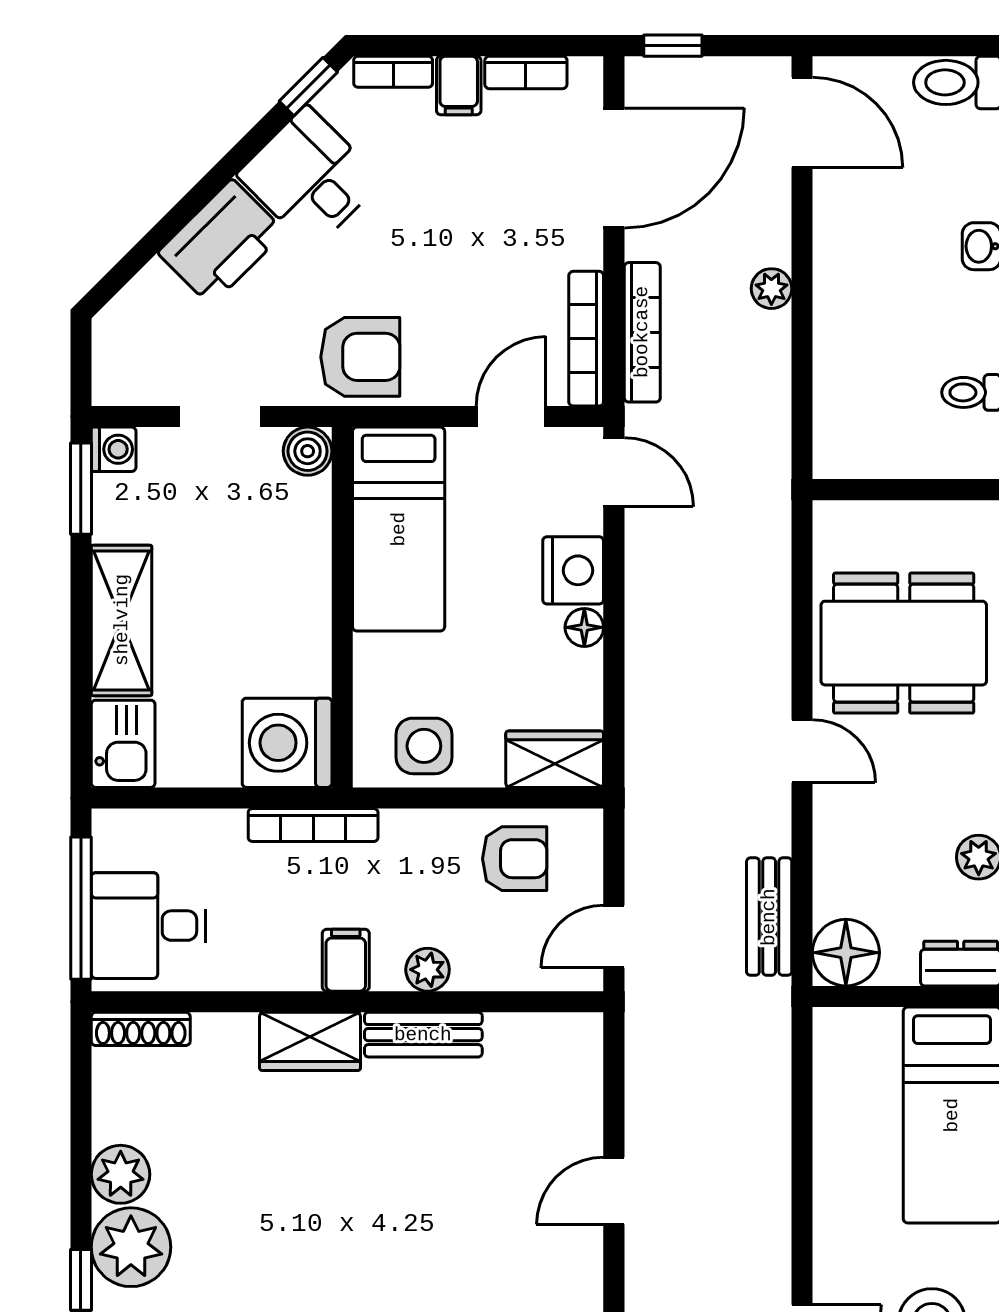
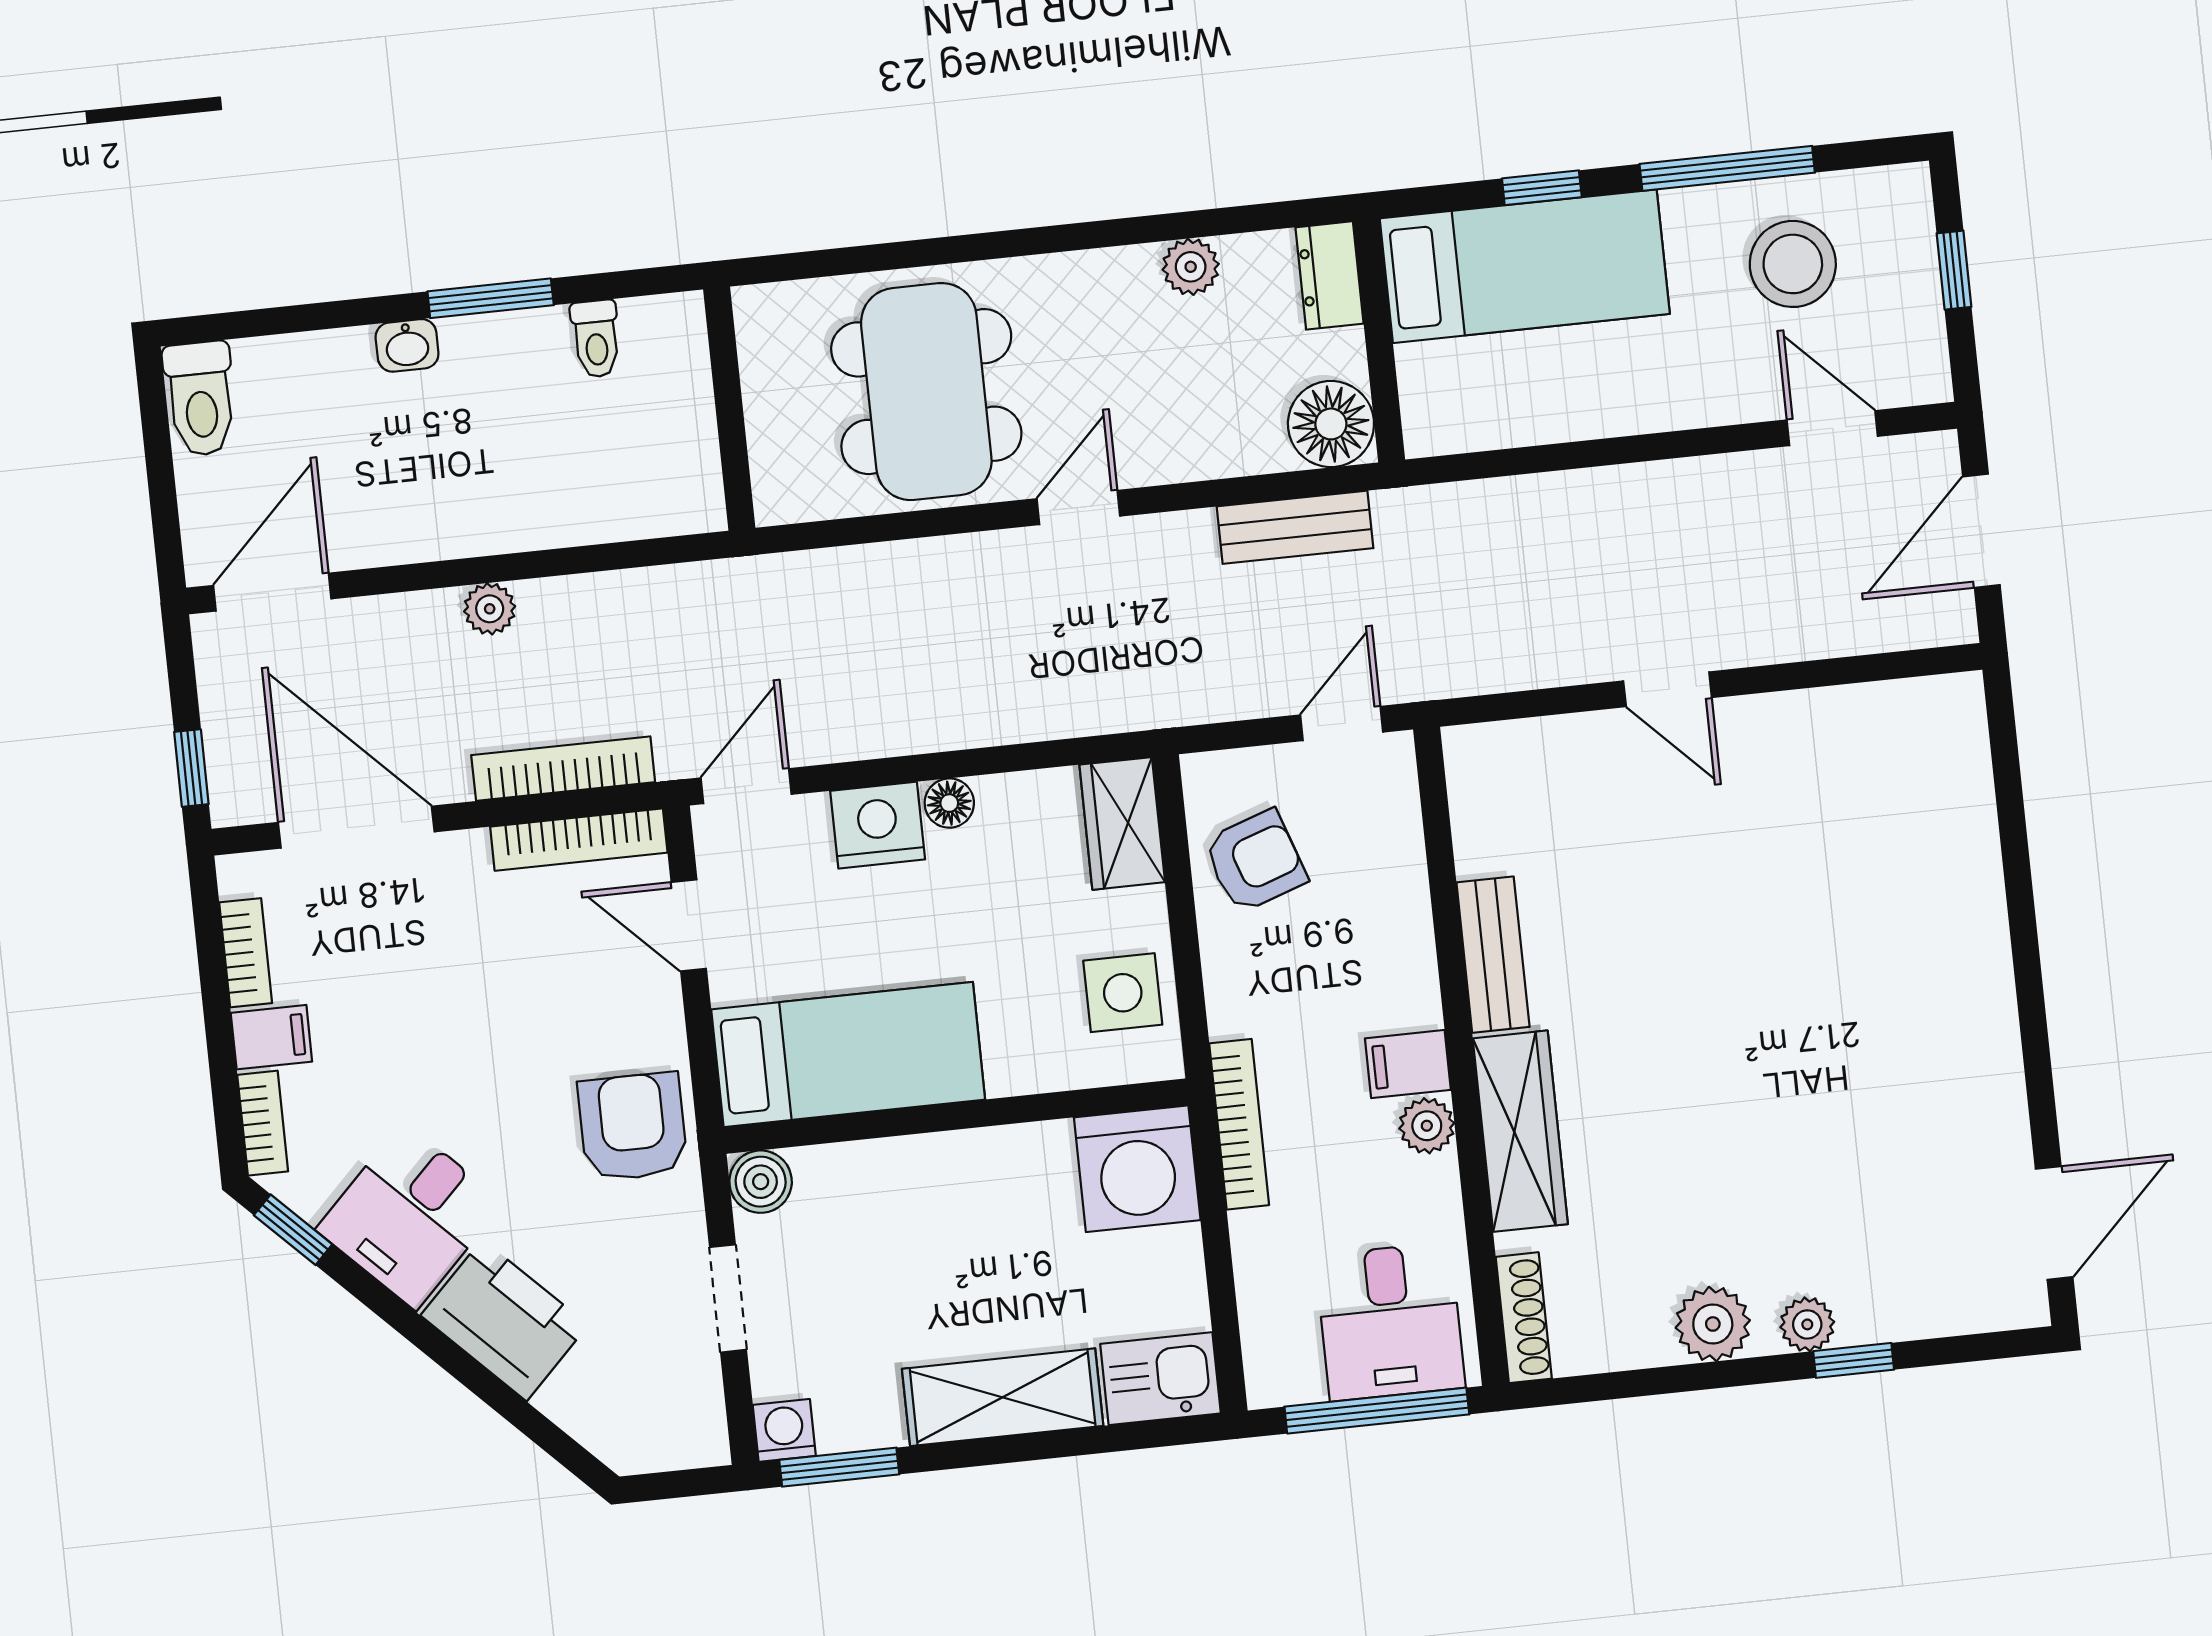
armchair: (515, 859) -> (1255, 861), turned 71
door: (614, 937) -> (1342, 724), swing flipped
plant: (428, 970) -> (1427, 1126), moved
wardrobe: (310, 1041) -> (1520, 1131), width x1.50
plant: (131, 1247) -> (1807, 1324), width x0.53, depth x0.53

